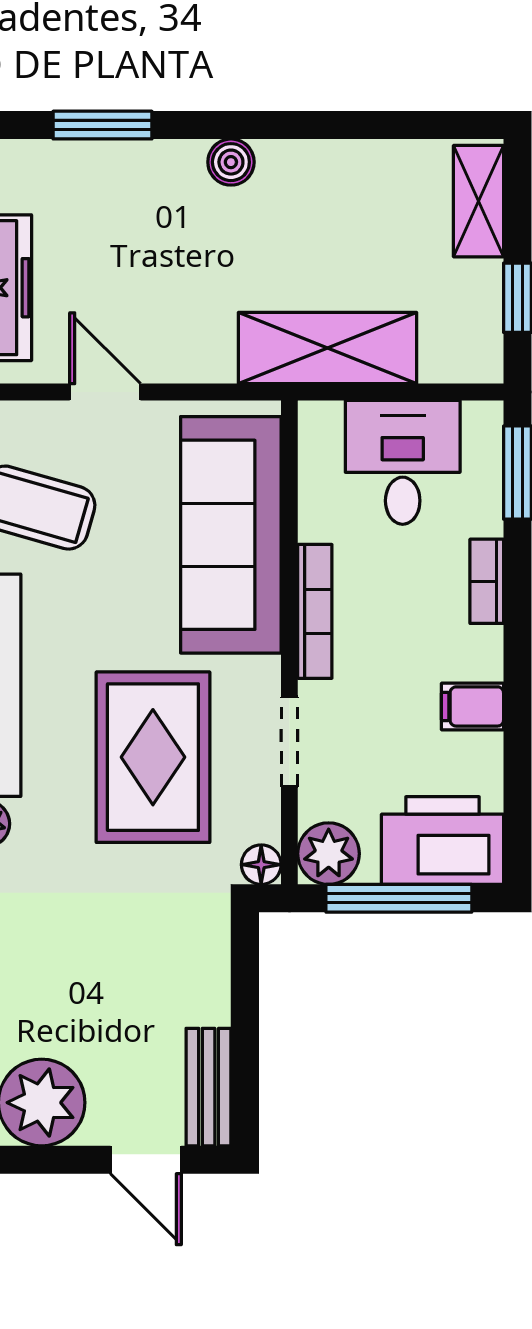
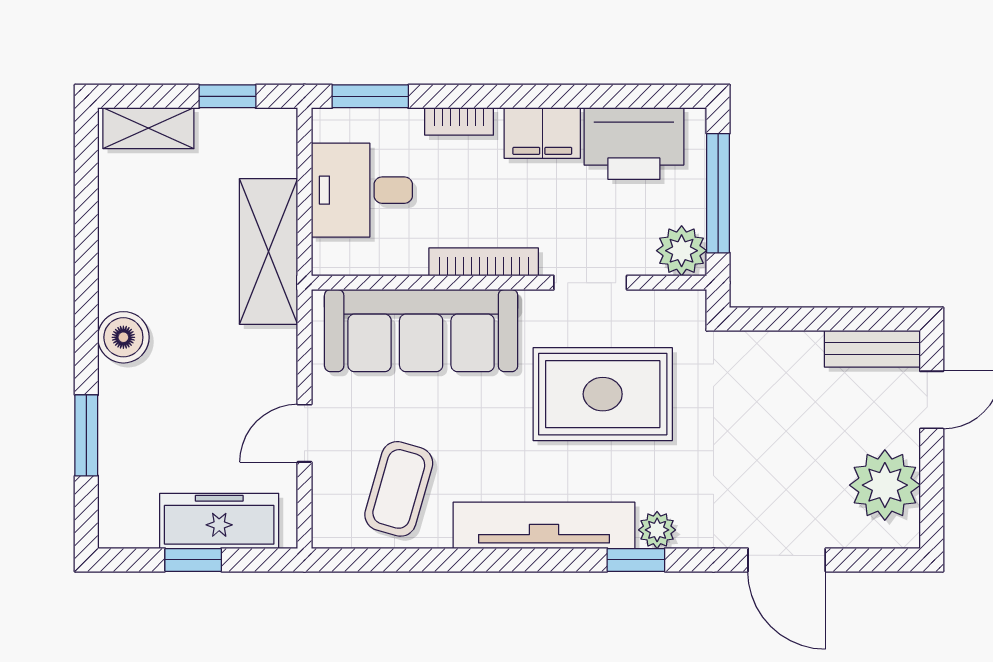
boiler: (231, 162) -> (123, 337), width x1.36, depth x1.36
filing cabinet: (472, 706) -> (542, 133), width x2.00
printer: (443, 841) -> (634, 144), moved, turned -90
floor lamp: (261, 865) -> (691, 306), removed

